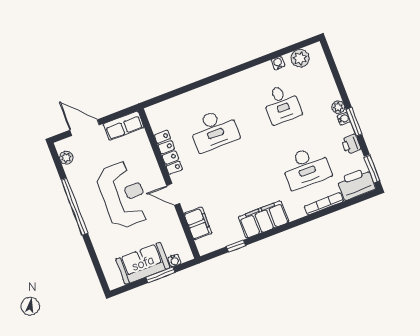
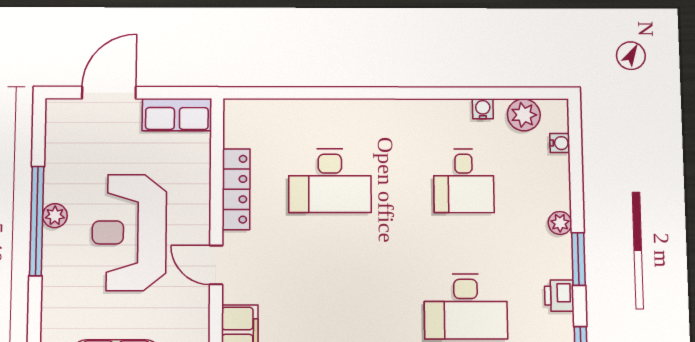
water cooler: (344, 119) -> (560, 143), moved
door: (85, 128) -> (109, 93), hinge flipped
plant: (66, 158) -> (55, 216), moved
reception desk: (123, 195) -> (129, 232), turned 180

